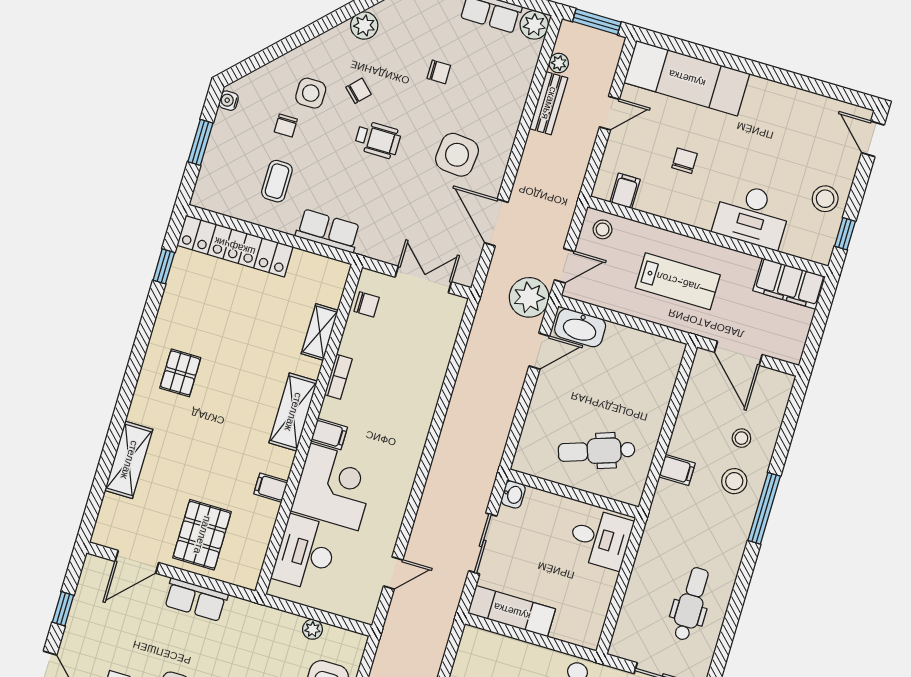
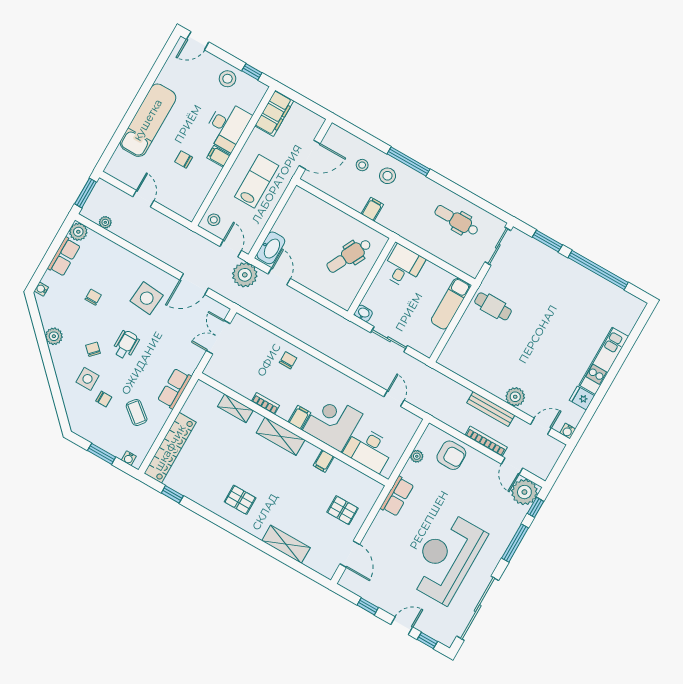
exam couch: (687, 78) -> (148, 120), moved
water cooler: (229, 101) -> (129, 458), moved
bench: (549, 103) -> (128, 234), removed
coffee table: (277, 181) -> (137, 413), turned 39
filing cabinet: (625, 191) -> (219, 156), moved
chair: (367, 304) -> (288, 360), moved
dental chair: (597, 451) -> (349, 256), turned 46
pallet: (202, 535) -> (343, 510), width x0.67, depth x0.71
row of seats: (196, 600) -> (397, 496), moved
exam couch: (512, 611) -> (451, 304), moved

